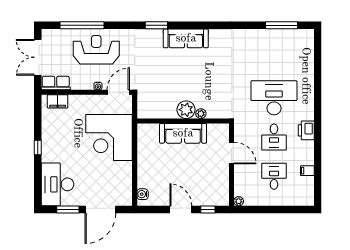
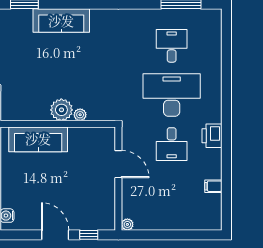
sofa: (183, 133) -> (38, 139), moved
desk: (274, 176) -> (172, 46), moved

